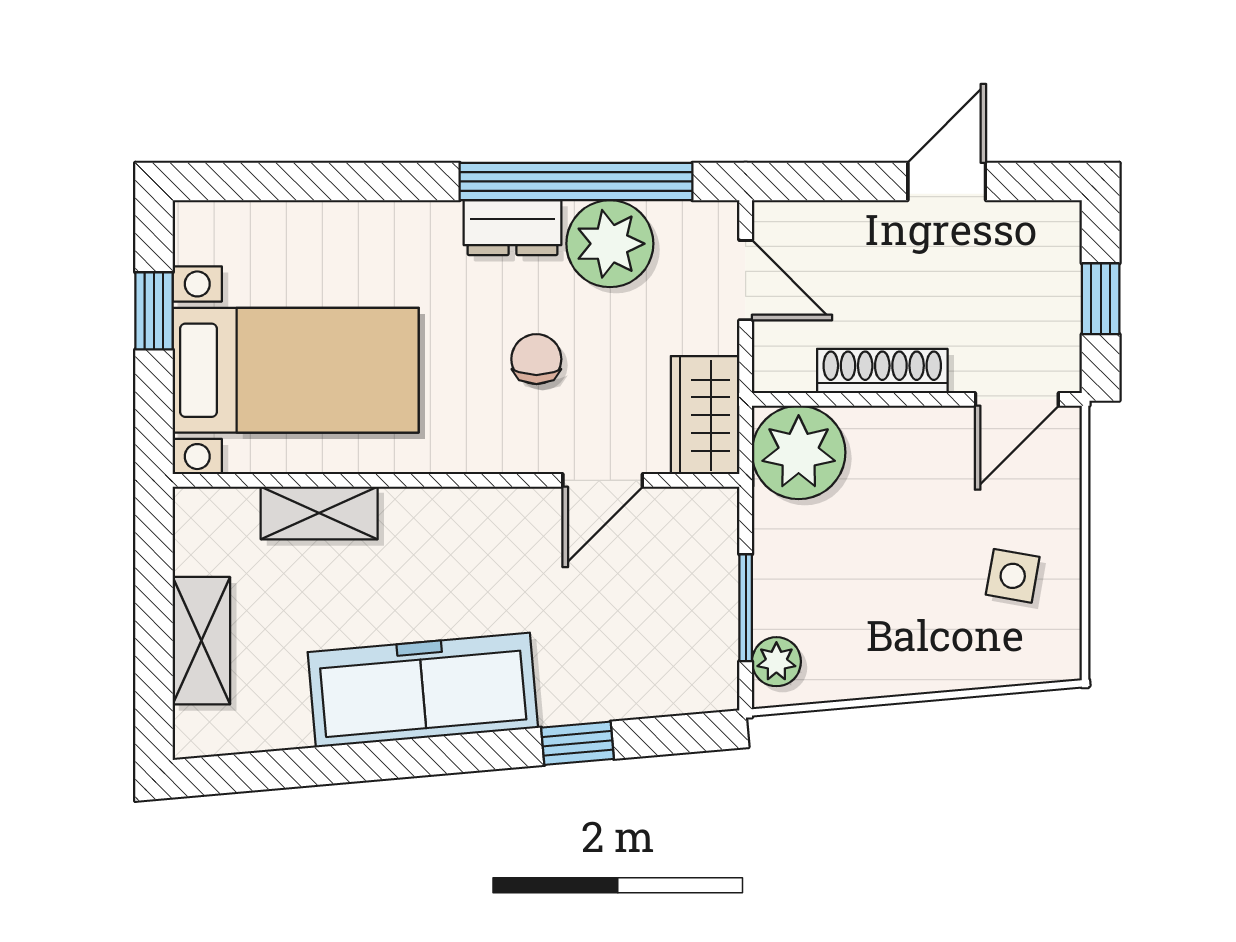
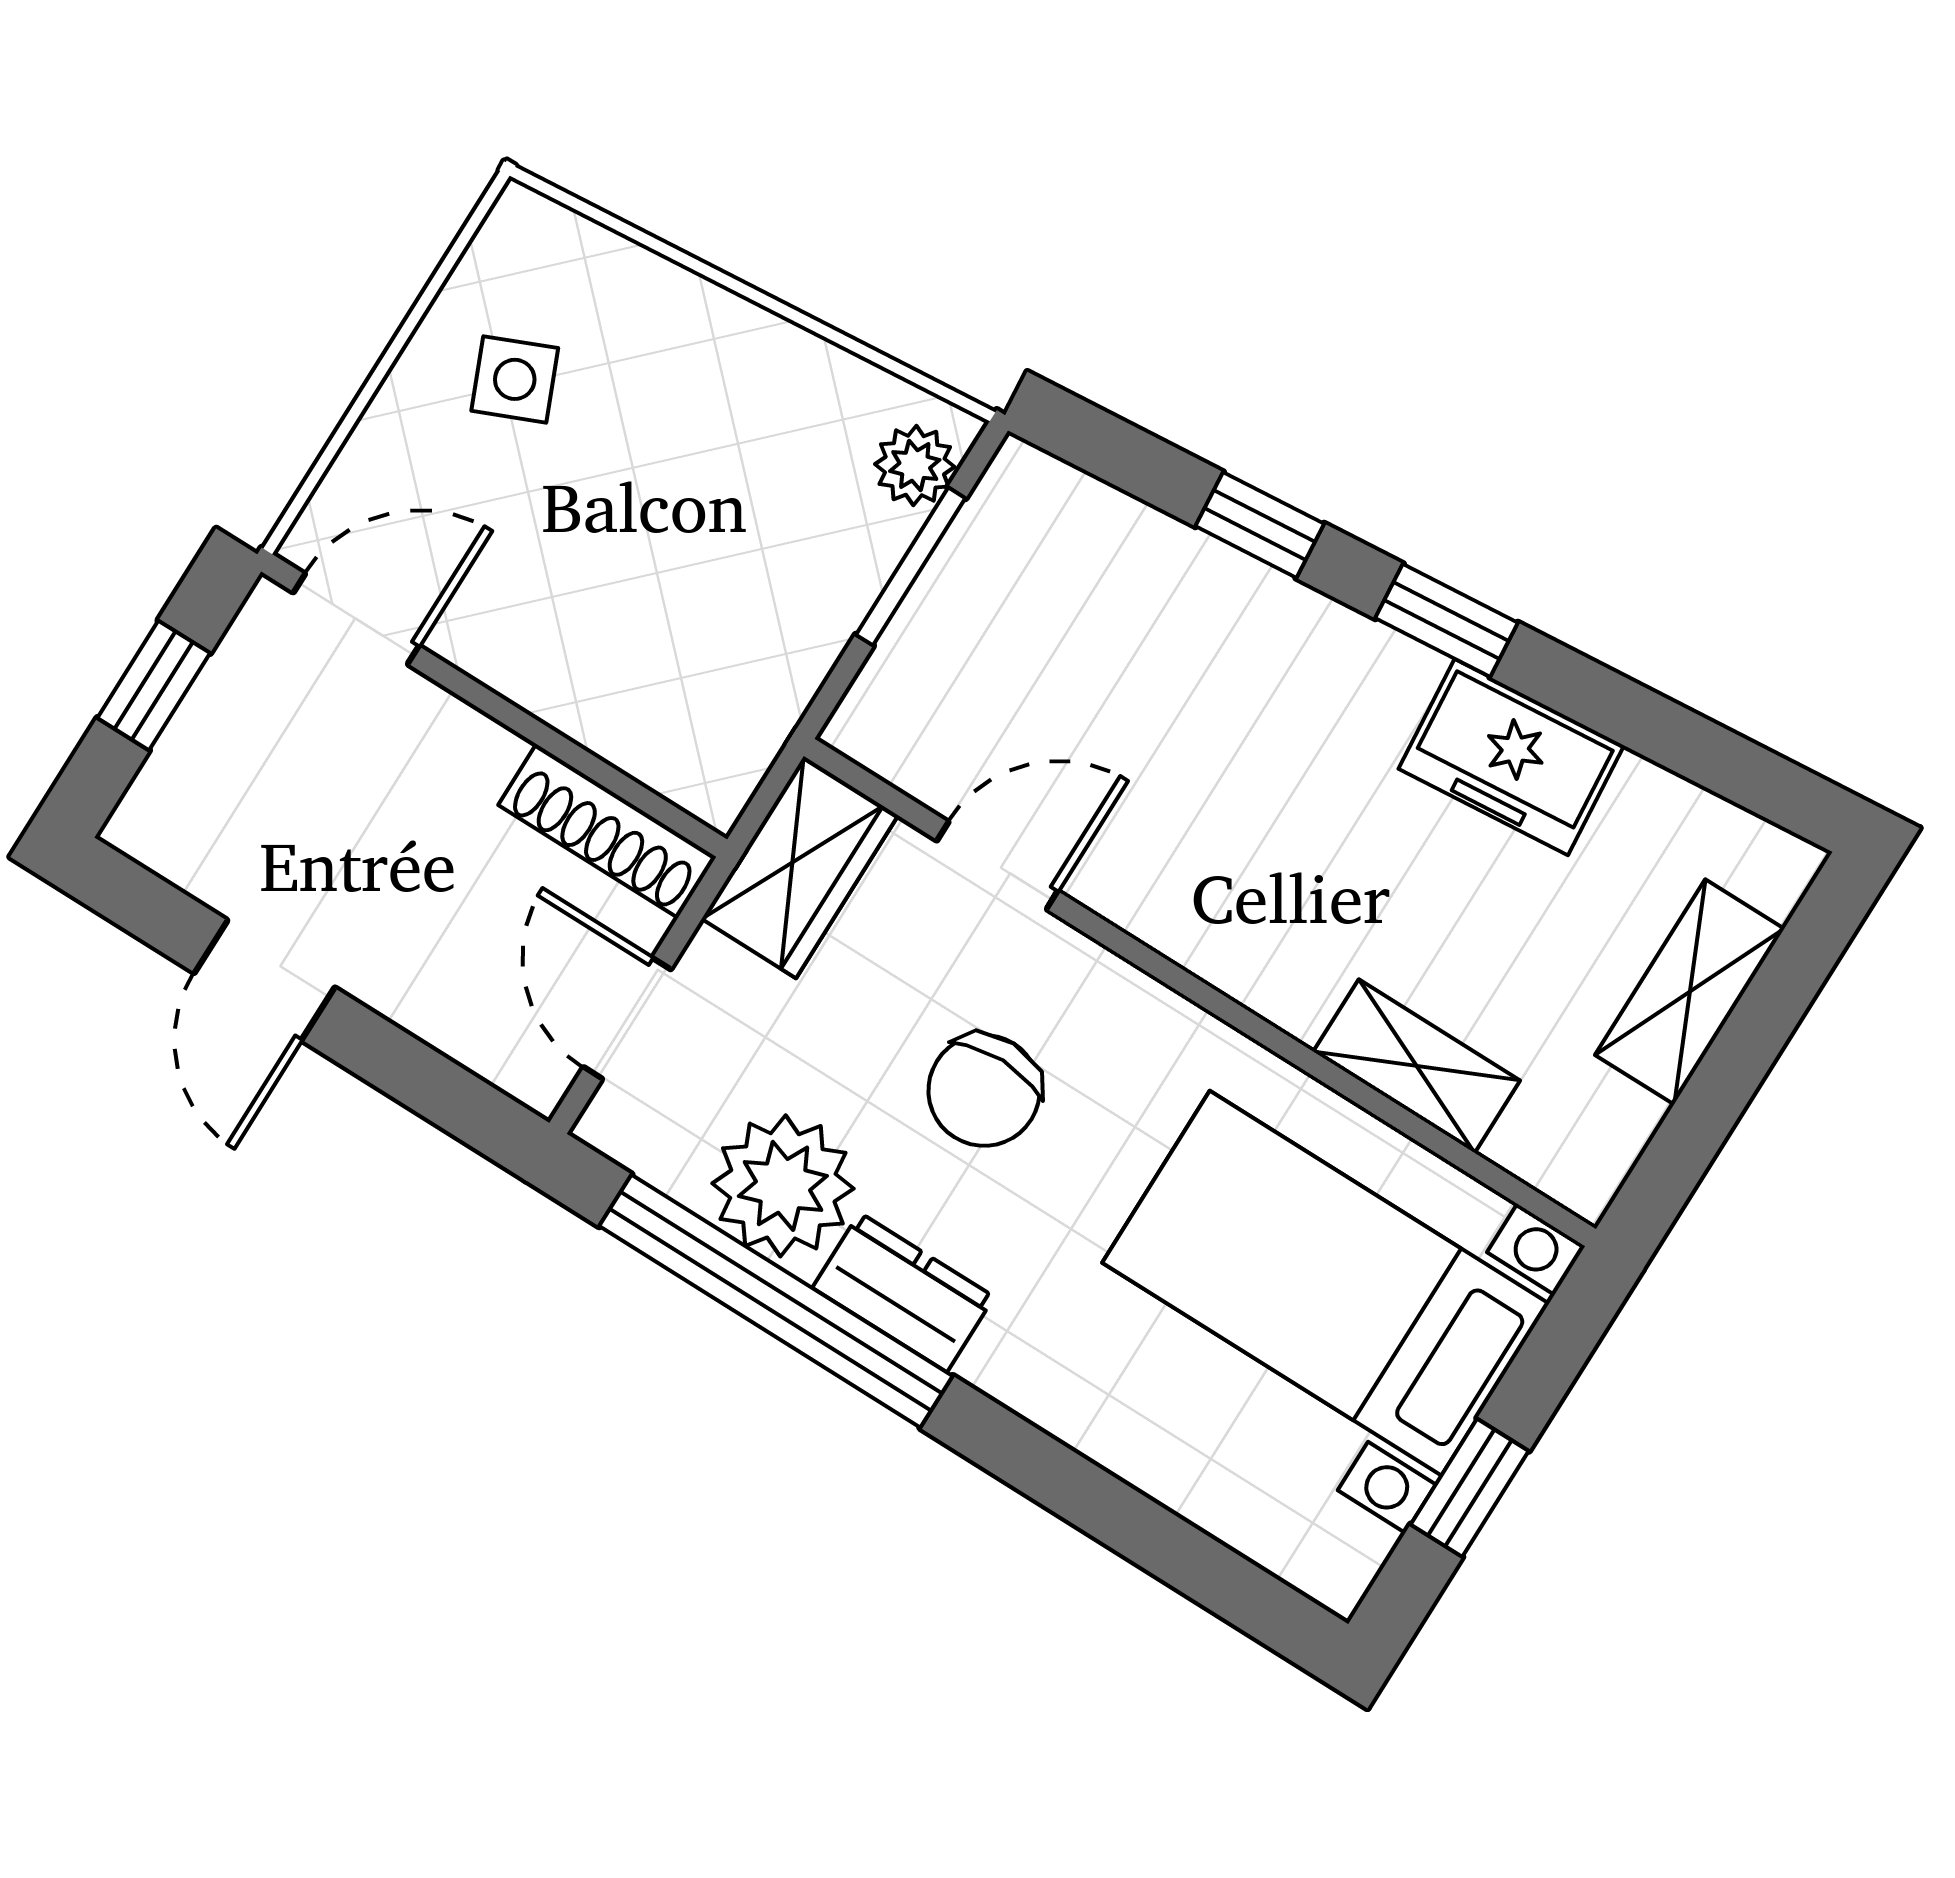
door: (947, 181) -> (265, 980), hinge flipped
chair: (536, 359) -> (984, 1090), width x1.37, depth x1.37
shoe rack: (882, 371) -> (607, 831), moved
plant: (799, 452) -> (703, 735), removed
side table: (1013, 576) -> (515, 379), turned -33
freezer: (423, 690) -> (1511, 757), width x0.52, depth x0.79
window: (449, 755) -> (1447, 620), added

